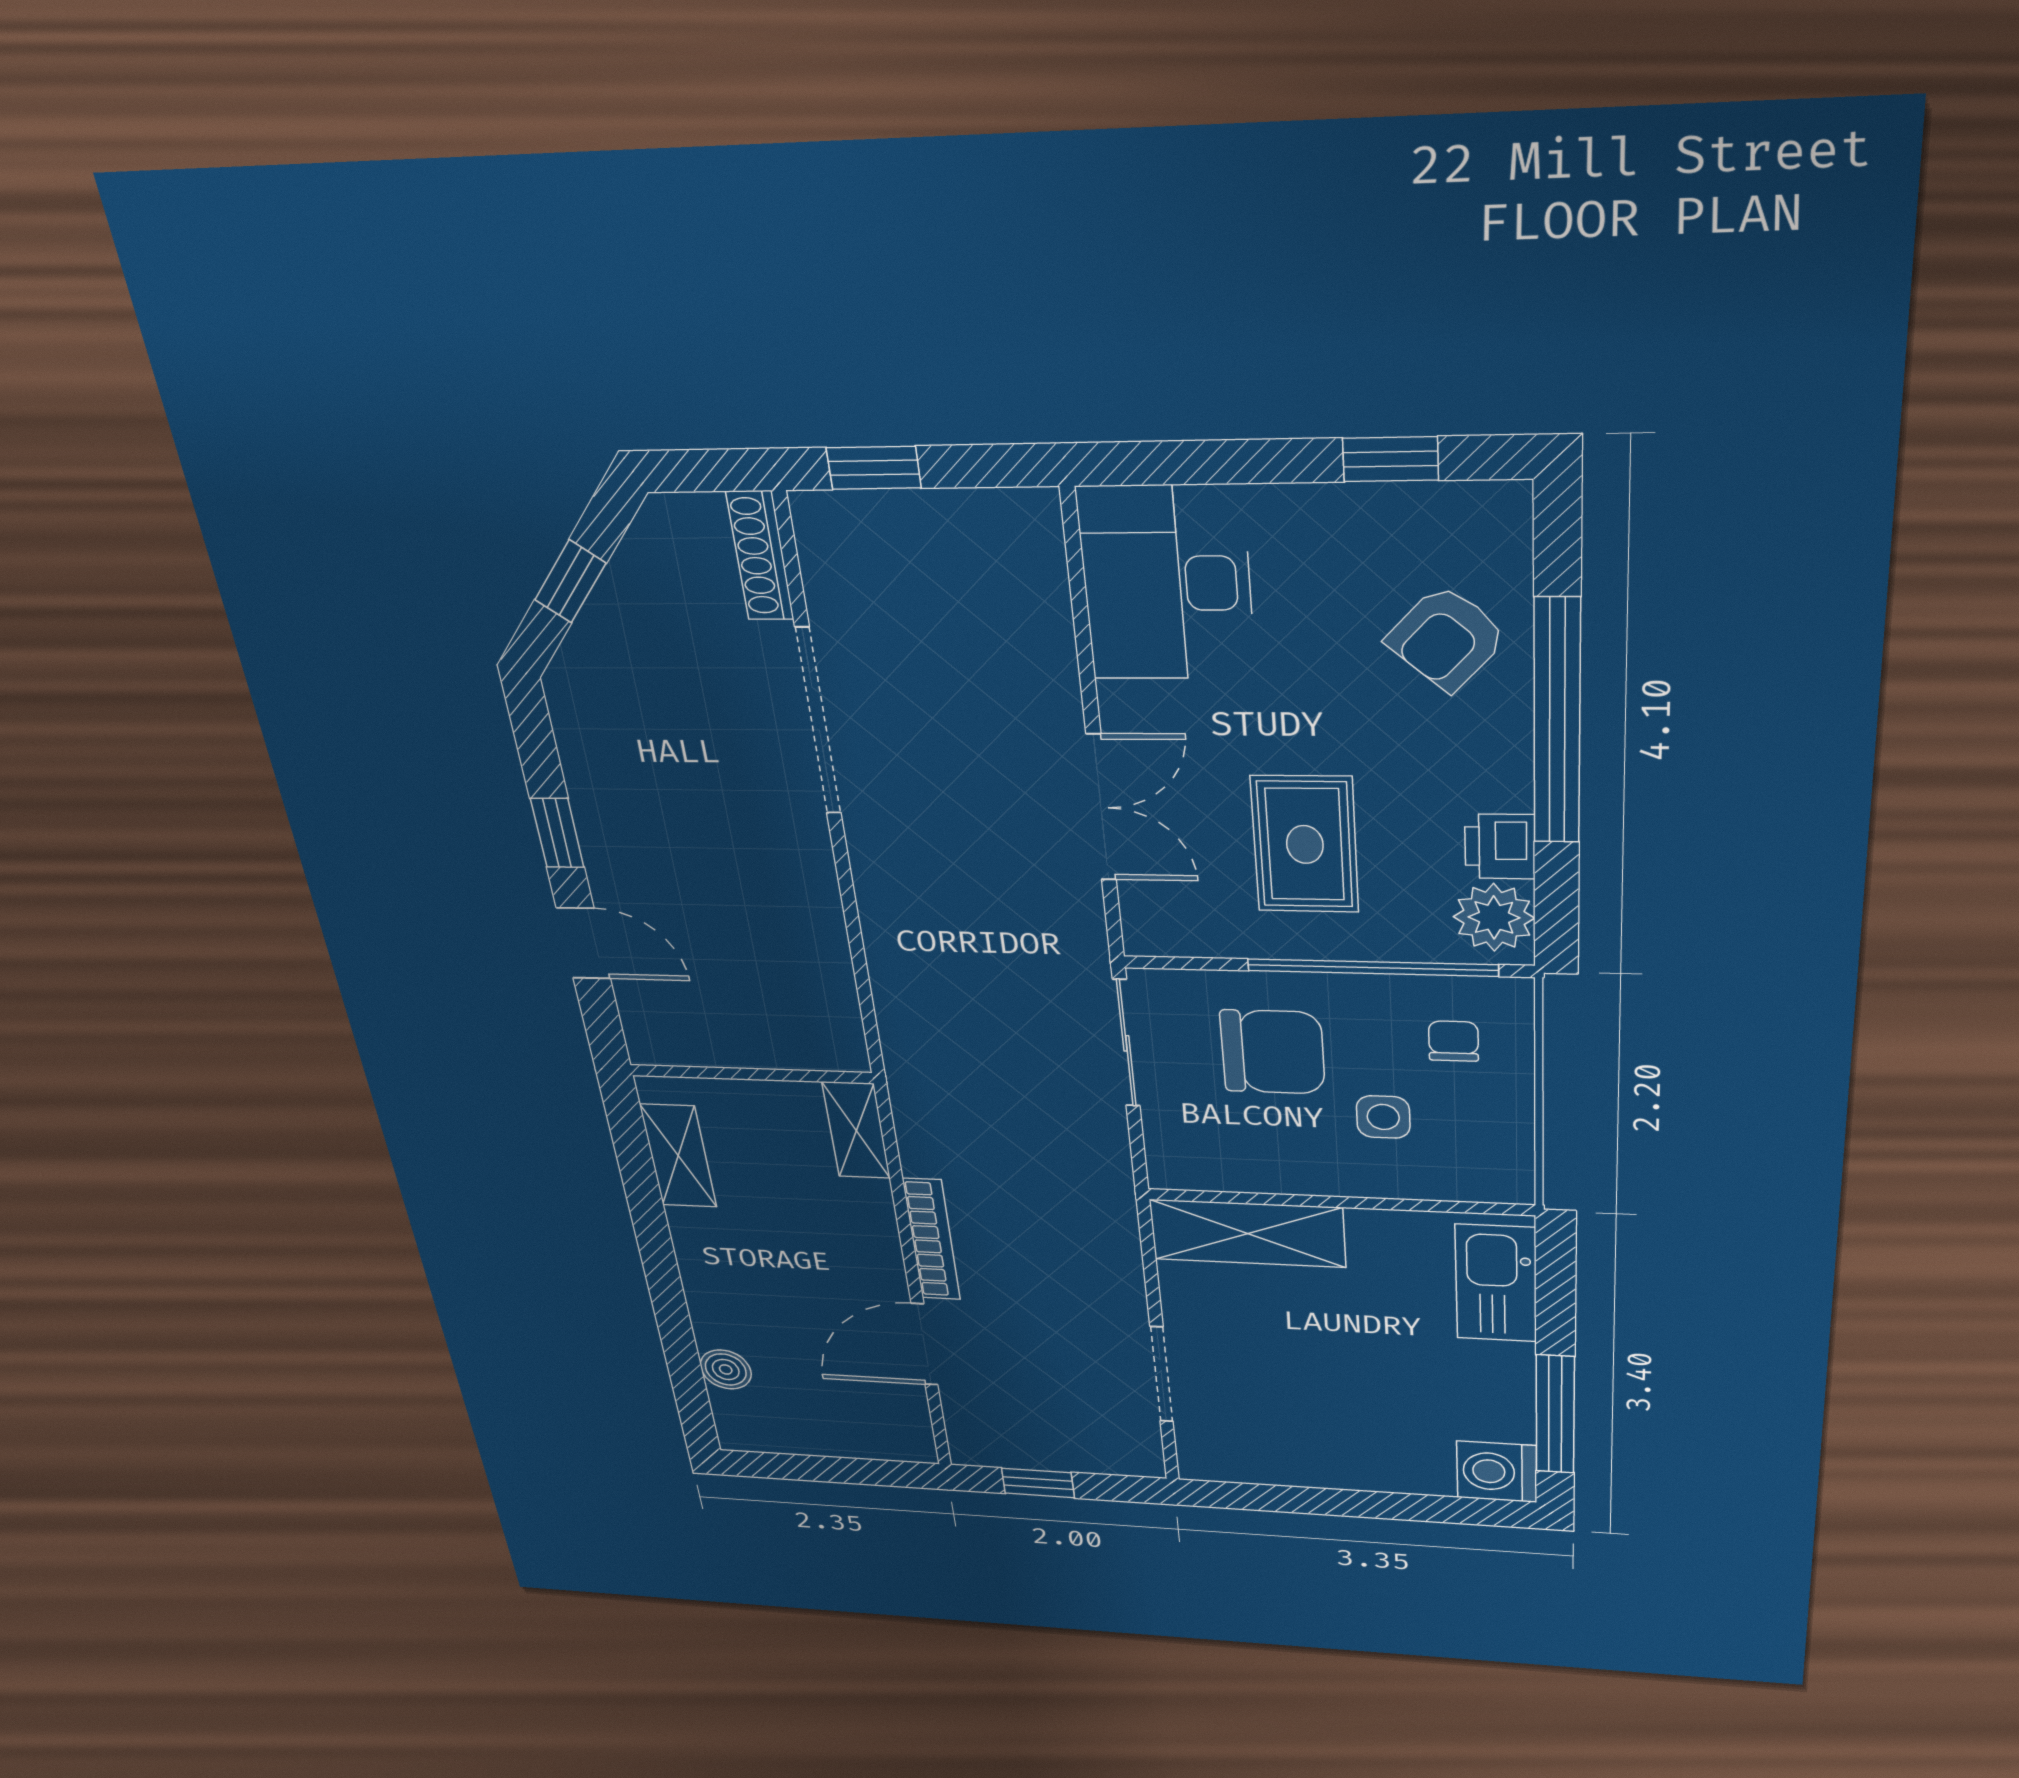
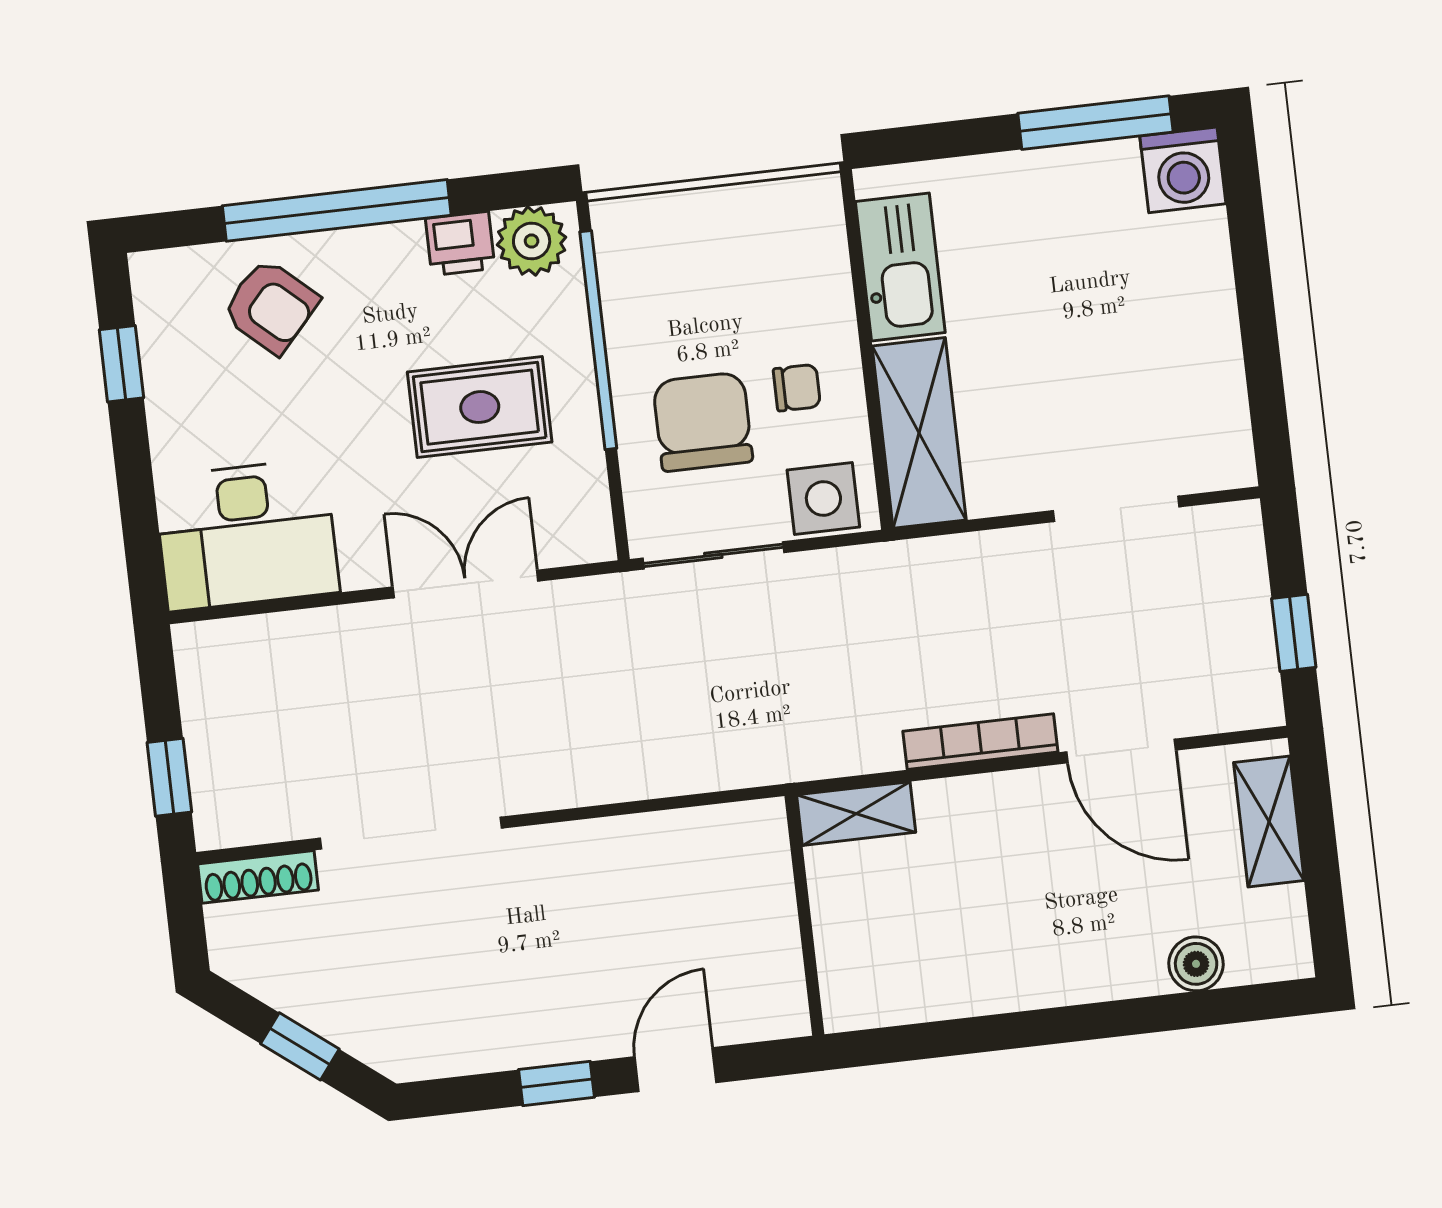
chair: (1453, 1041) -> (797, 388), moved, turned 180
side table: (1383, 1117) -> (823, 498), moved, width x1.37, depth x1.37
shelving: (678, 1156) -> (1269, 821), moved, turned 90
kitchen sink: (1496, 1283) -> (900, 267), moved, turned -90

